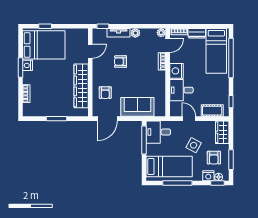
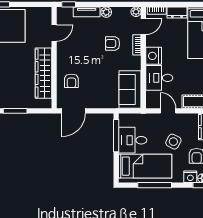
armchair: (121, 62) -> (113, 44), moved
sofa: (137, 107) -> (130, 89), moved, turned -90
desk: (158, 132) -> (133, 140), moved

